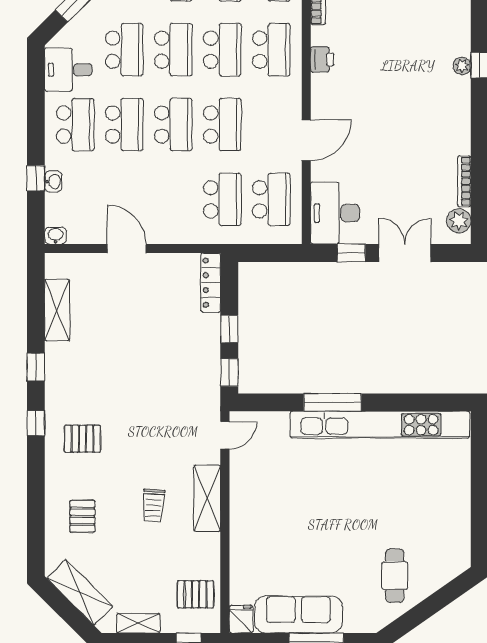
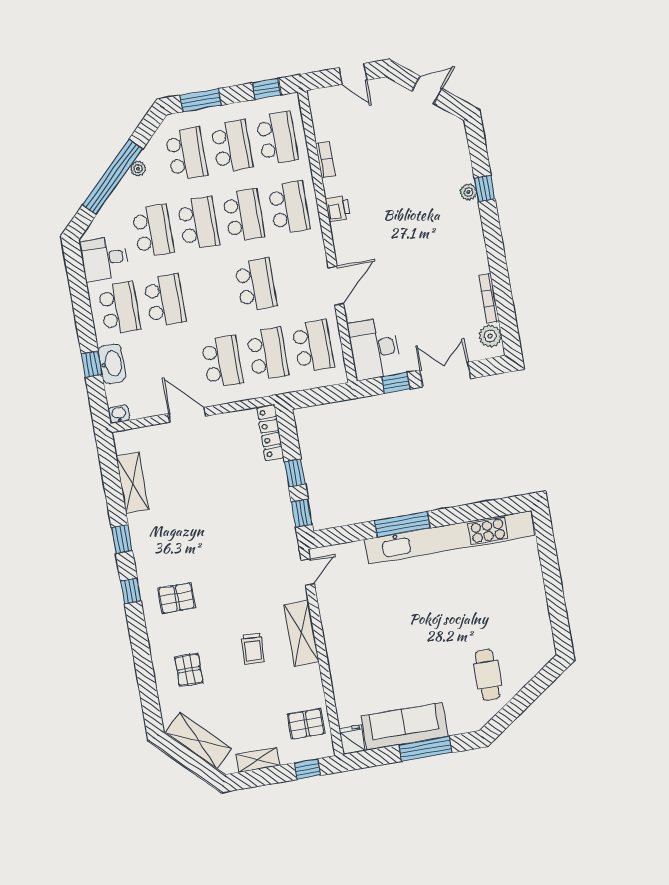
school desk: (173, 125) -> (222, 362), moved
washbasin: (53, 182) -> (112, 364), width x1.91, depth x1.45

